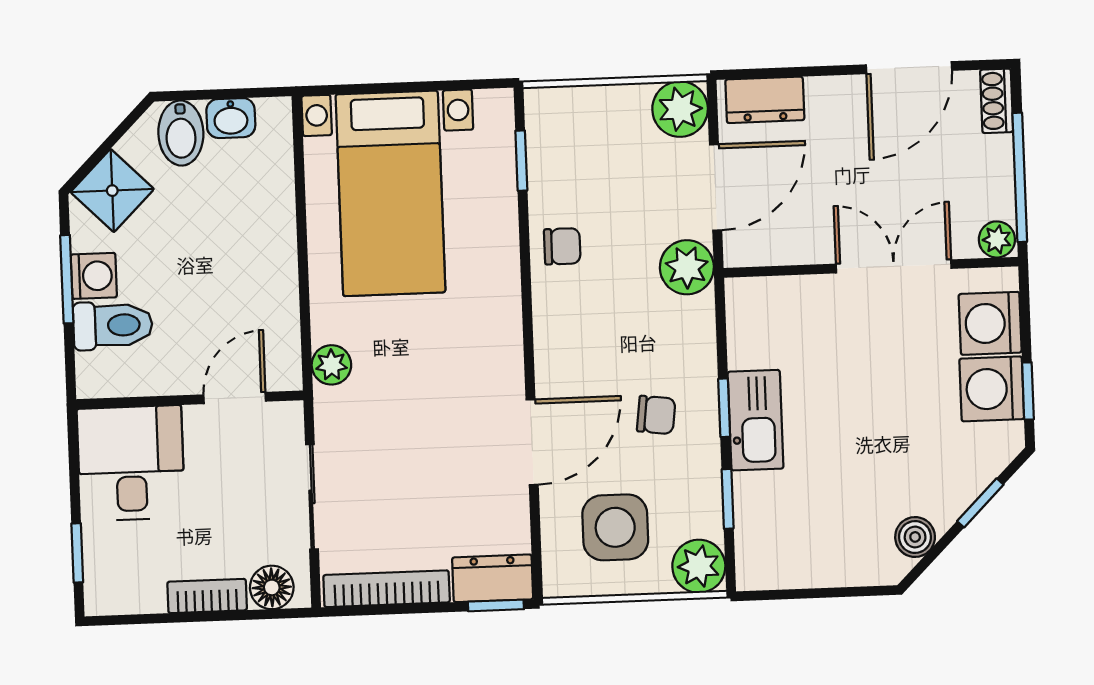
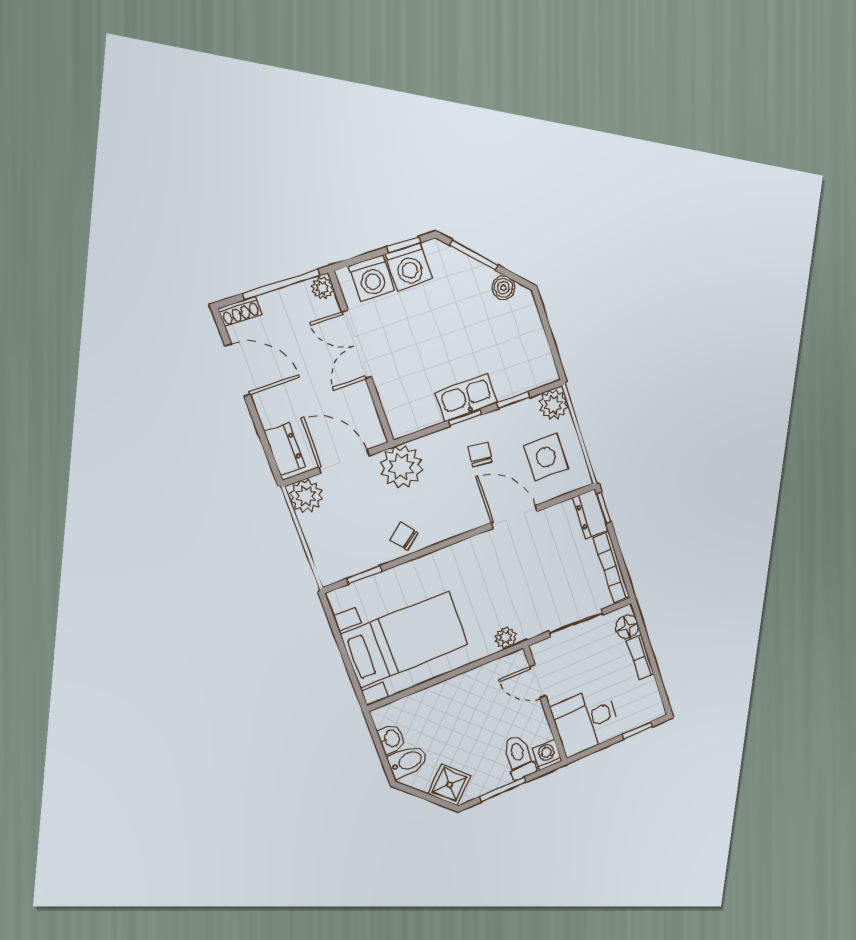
chair: (562, 246) -> (404, 536), turned -38
plant: (687, 267) -> (402, 467), width x1.36, depth x1.36
washing machine: (94, 276) -> (547, 755), moved
window: (980, 503) -> (474, 255), width x1.50

